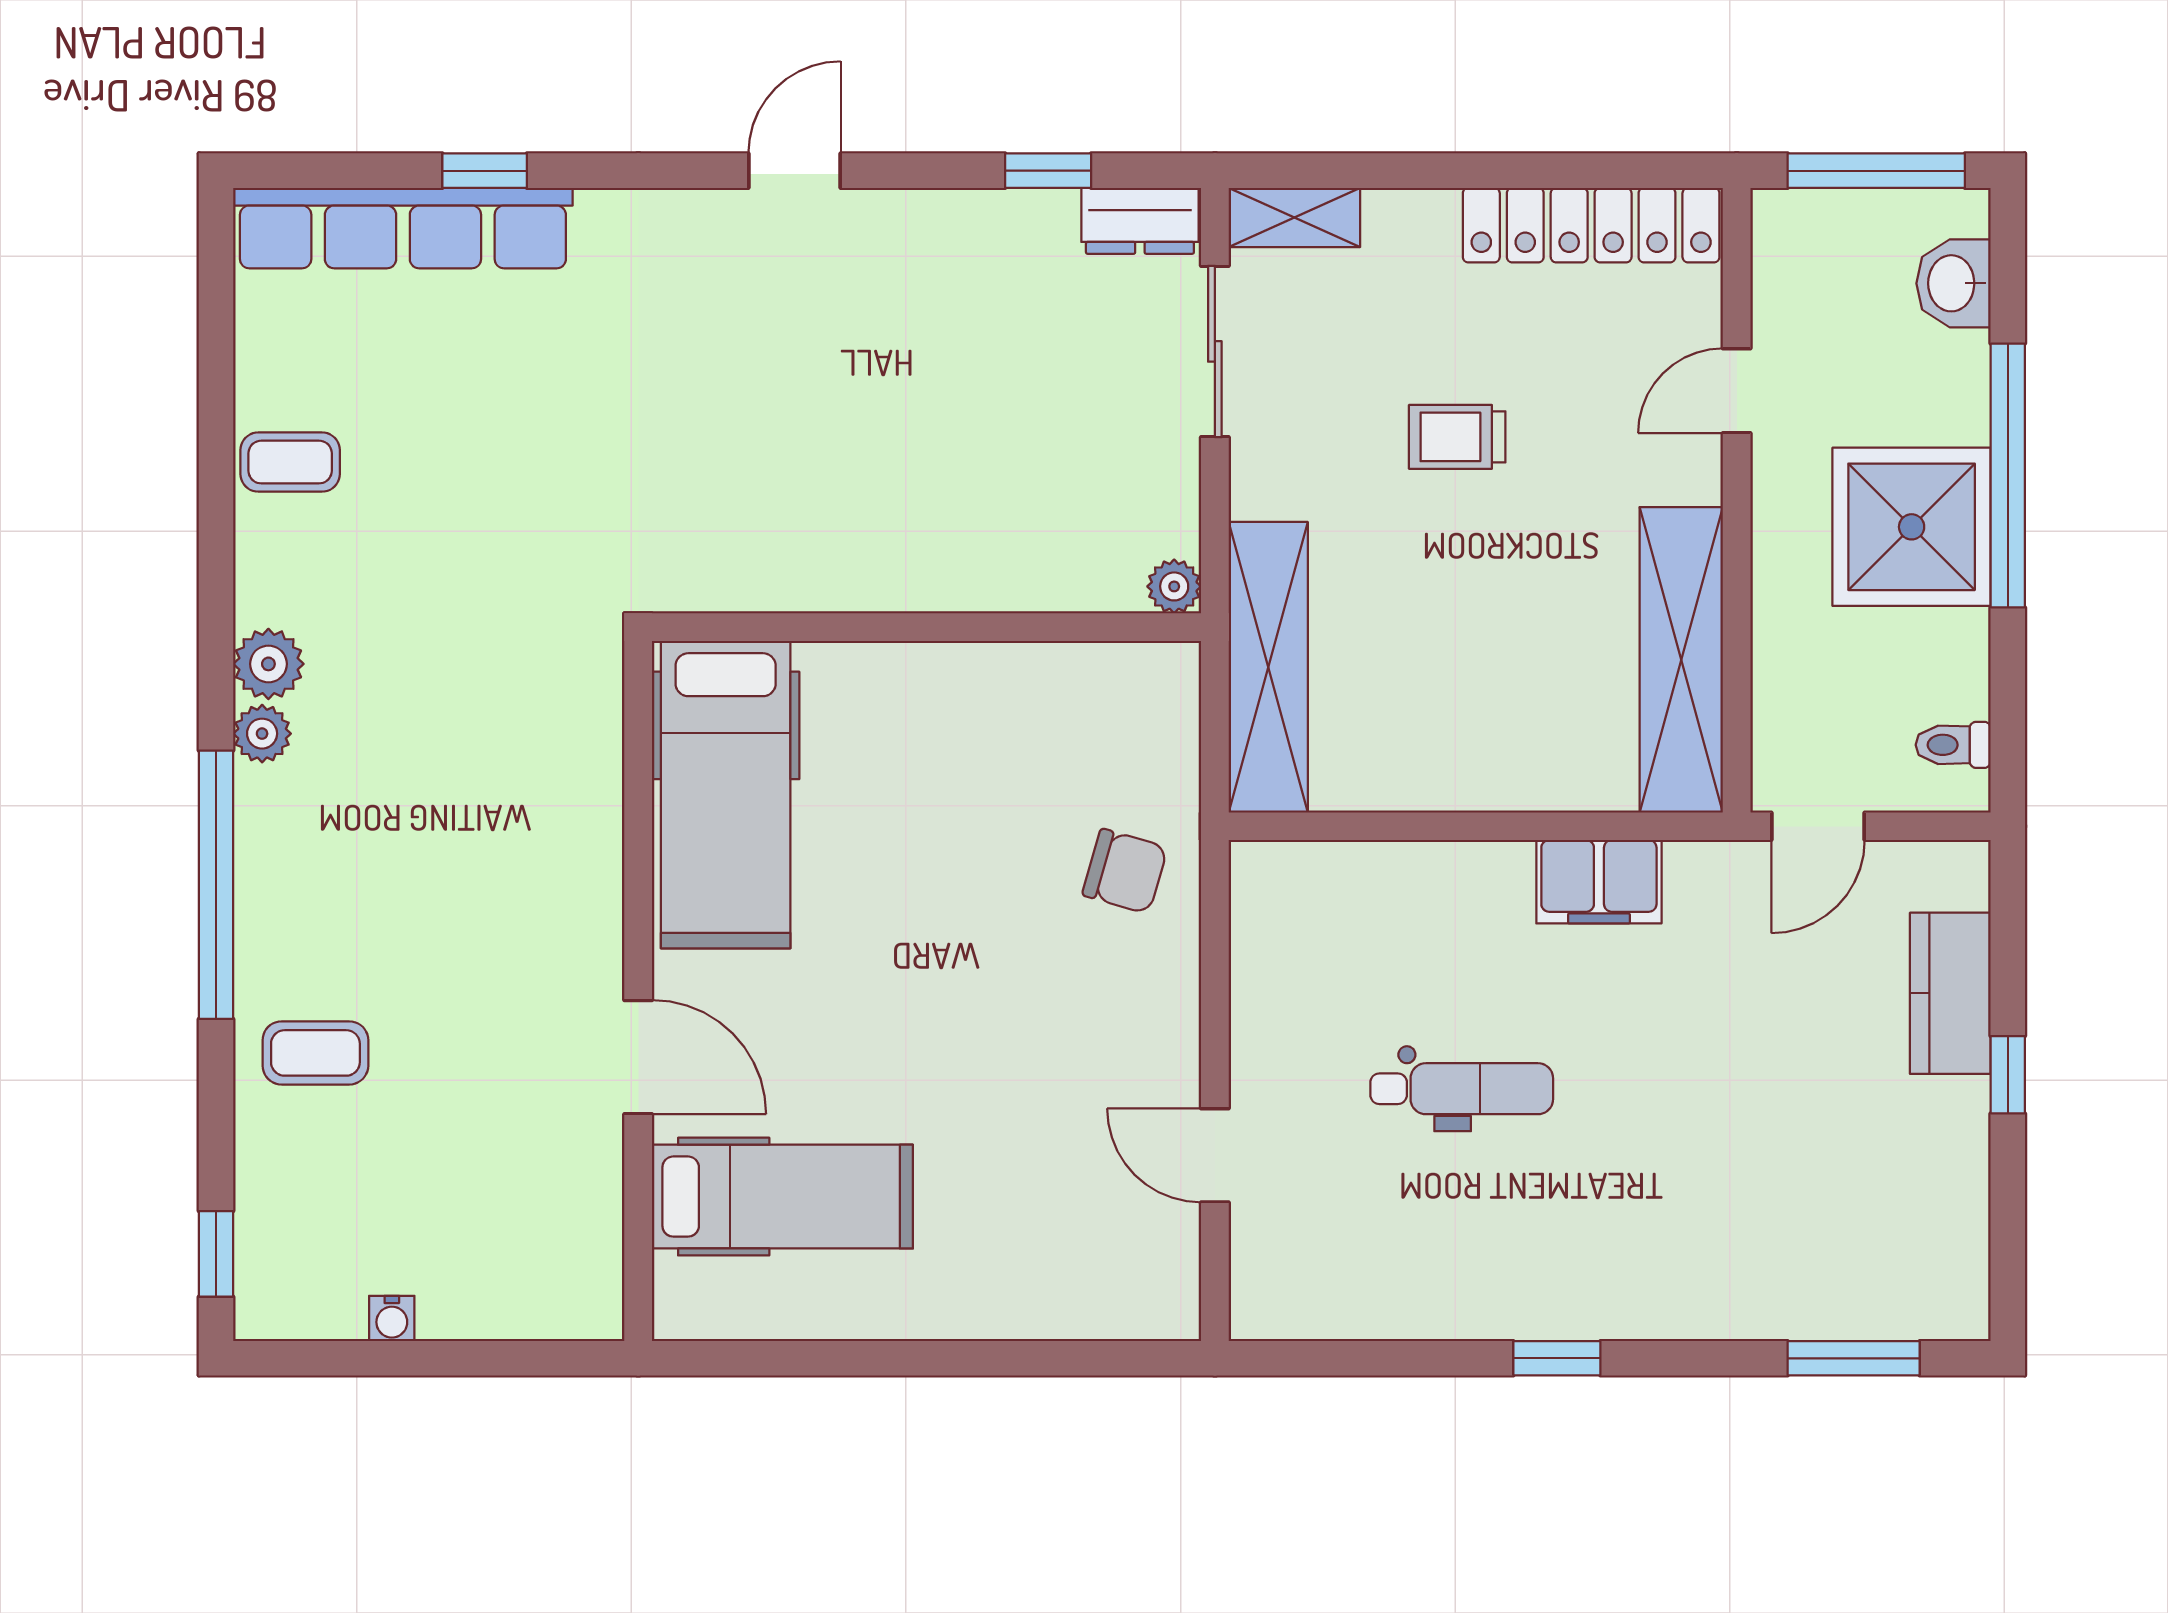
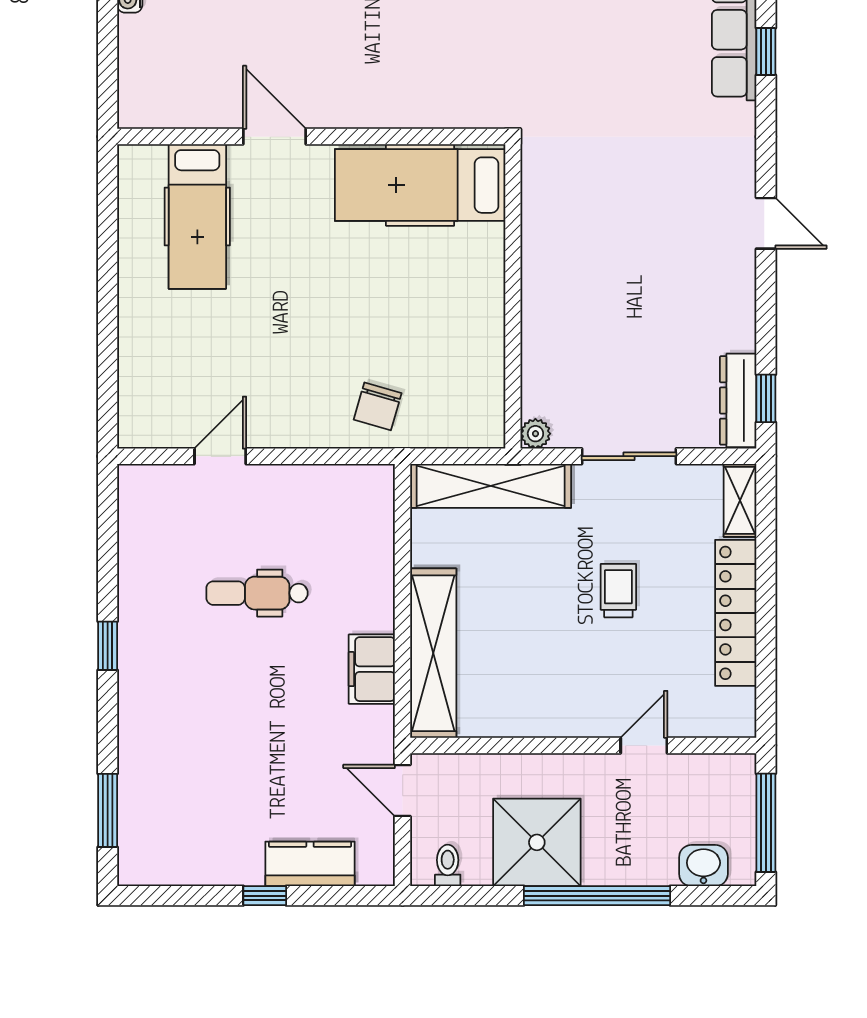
window: (1048, 171) -> (766, 398), moved
dresser: (1140, 221) -> (738, 400), width x1.44
locker: (1591, 225) -> (736, 613), moved
sliding door: (1215, 351) -> (629, 456), moved
door: (1737, 391) -> (644, 745), hinge flipped
shower: (1912, 527) -> (537, 842), moved
shelving: (1681, 660) -> (433, 653), moved, turned 90
door: (638, 1057) -> (275, 137), swing flipped
dental chair: (1462, 1089) -> (257, 593), turned 90

